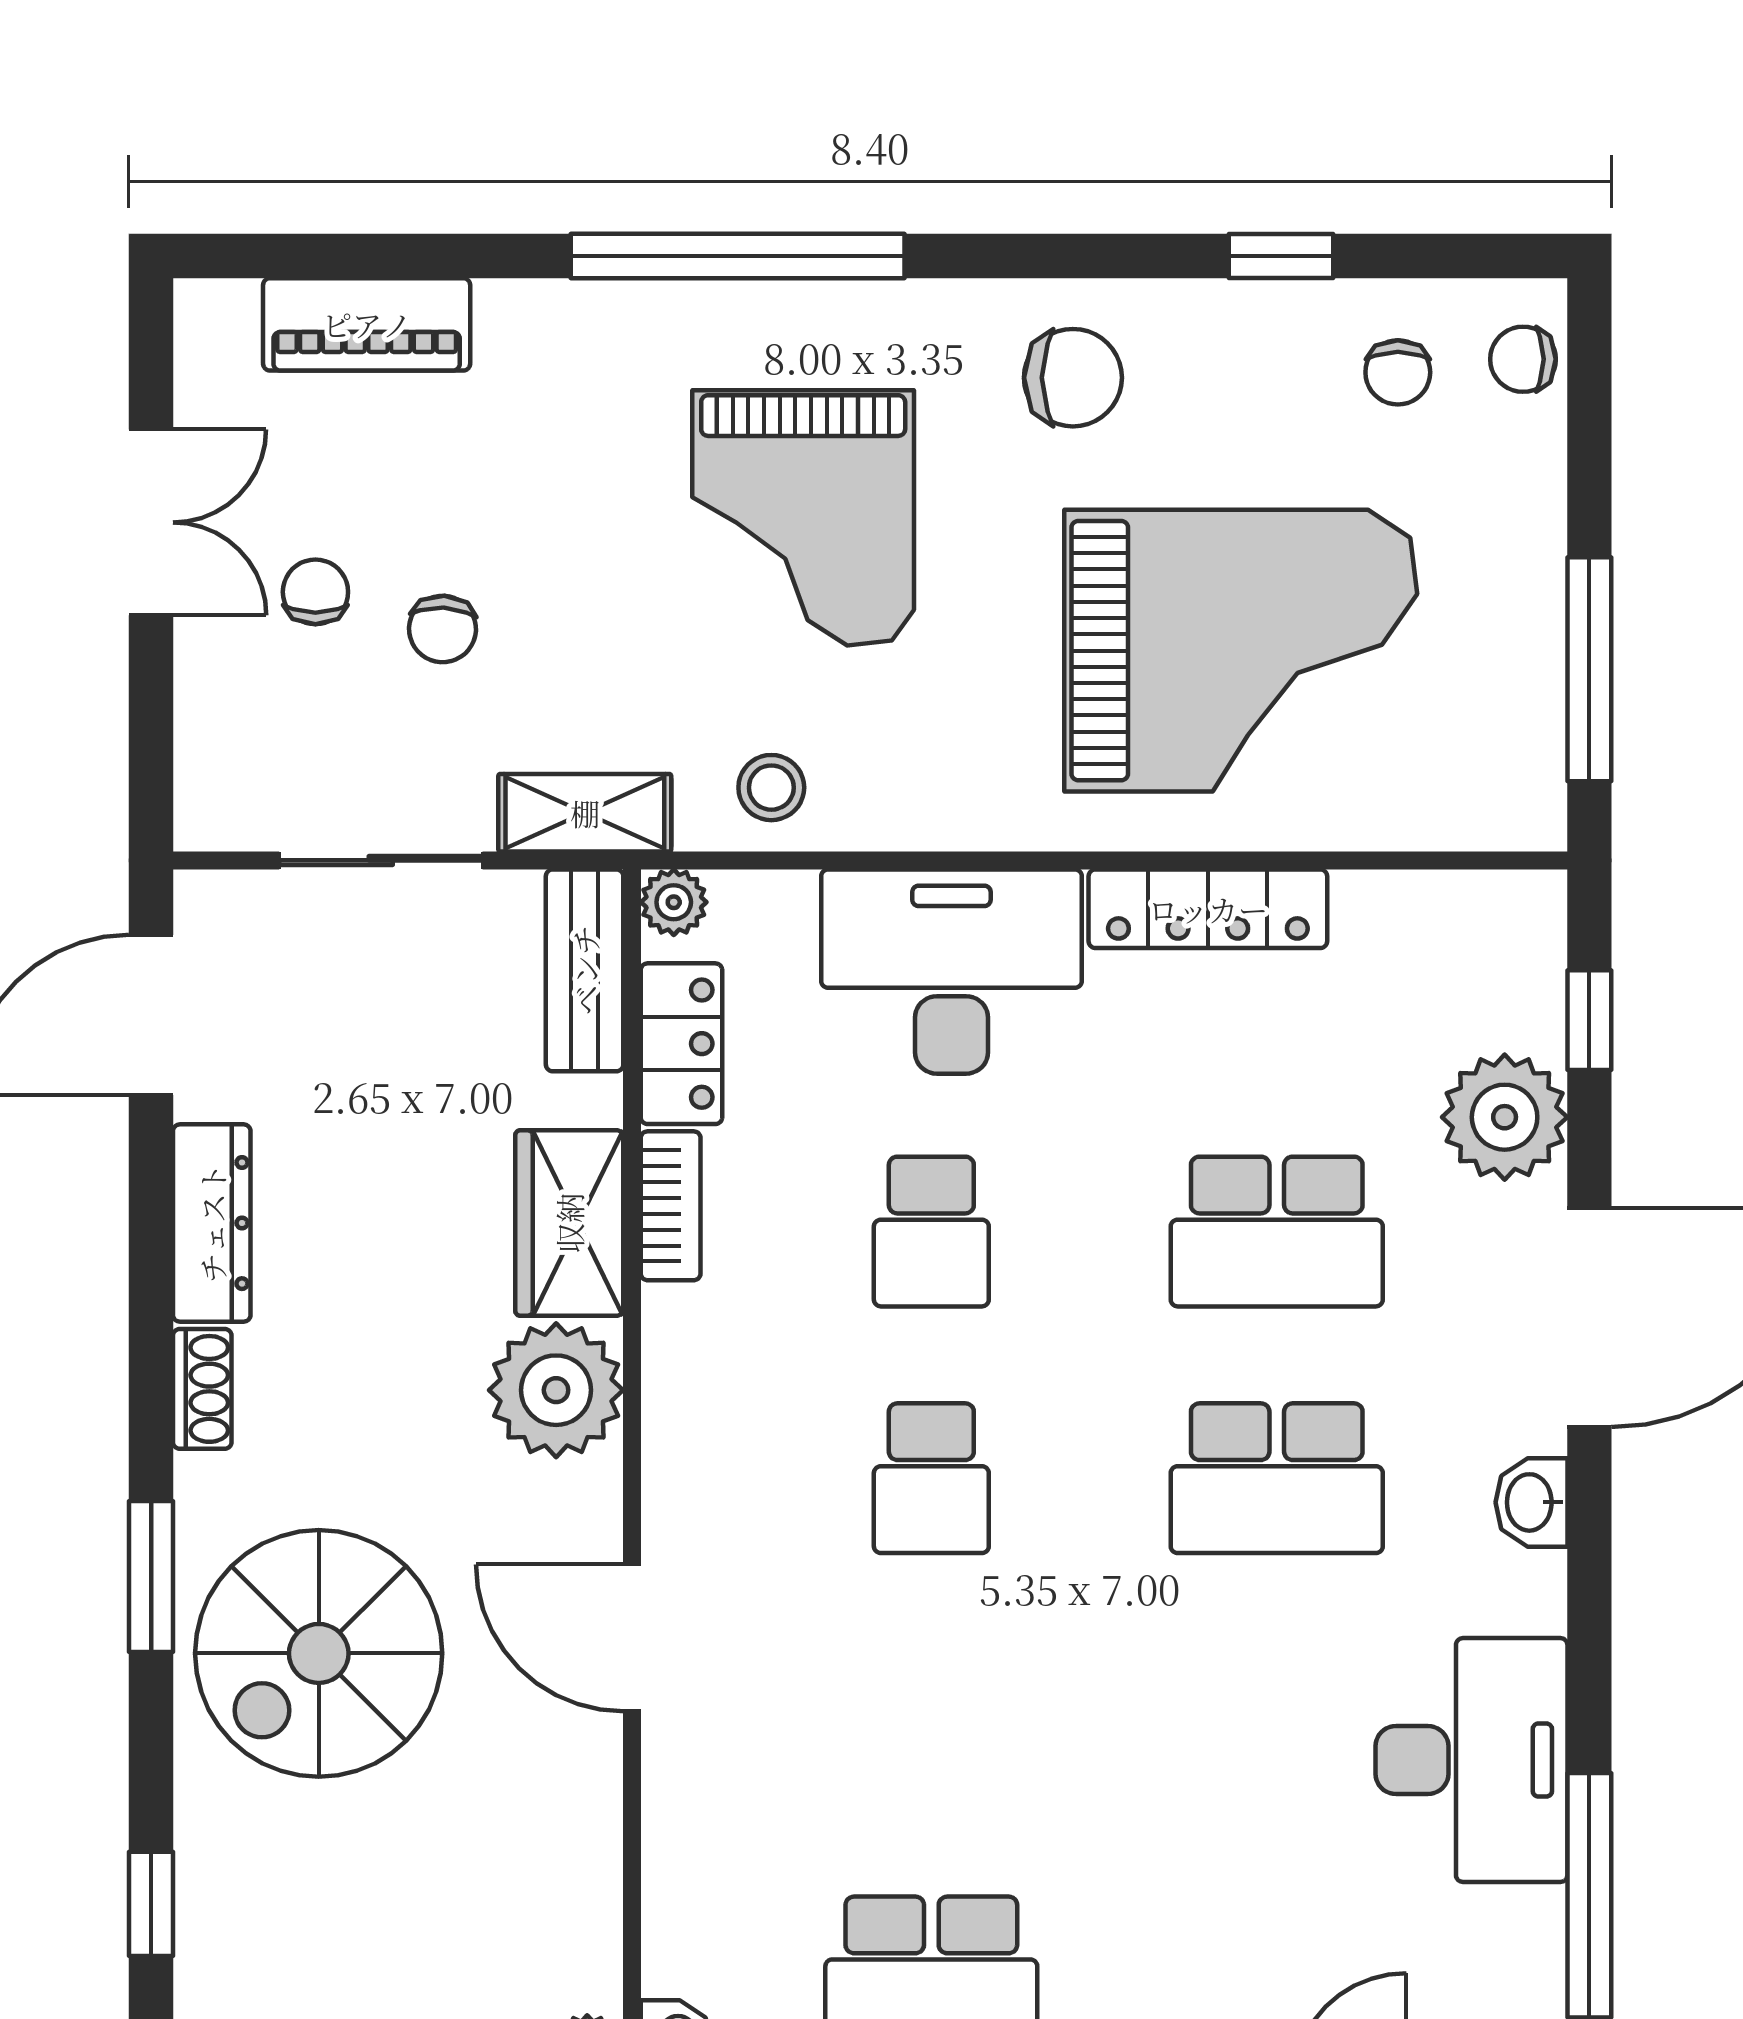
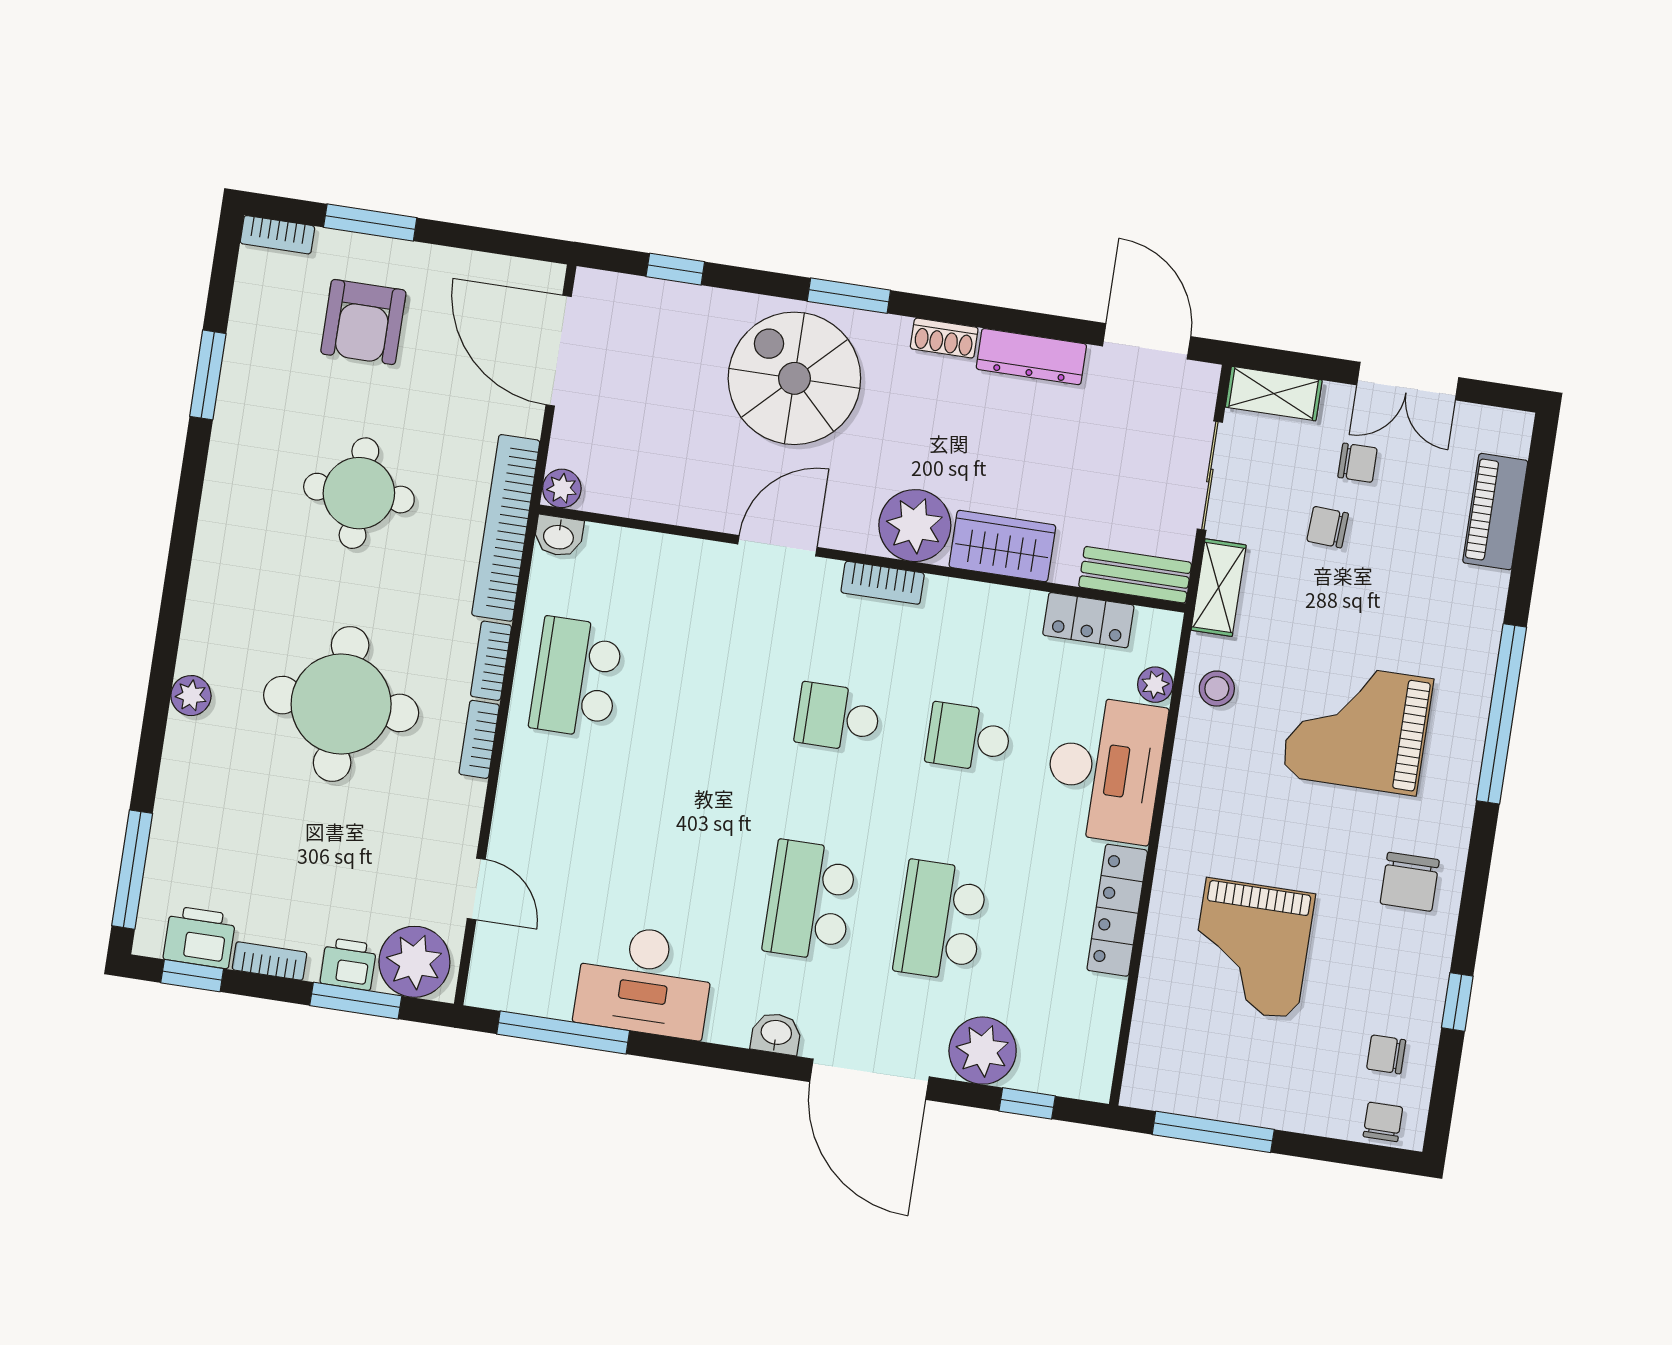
grand piano: (1241, 651) -> (1251, 949), width x0.73, depth x0.68
shelving: (212, 766) -> (1274, 394), added
plant: (674, 902) -> (1155, 685), moved
bookcase: (671, 1206) -> (883, 583), moved

